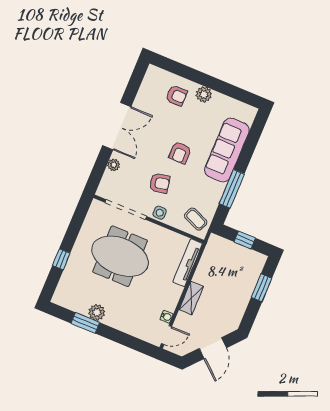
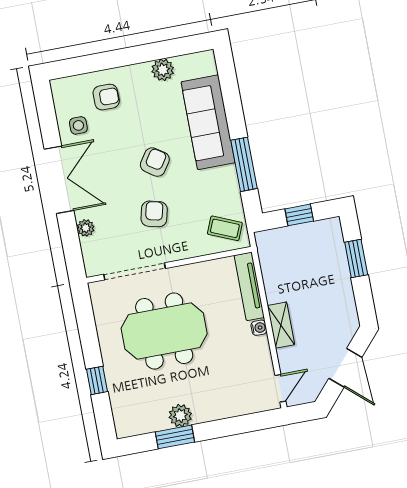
plant: (204, 94) -> (163, 70), moved
armchair: (180, 153) -> (155, 162), turned -146
armchair: (160, 183) -> (154, 214), turned -65
side table: (160, 213) -> (78, 125), moved
water cooler: (167, 317) -> (259, 328), moved

